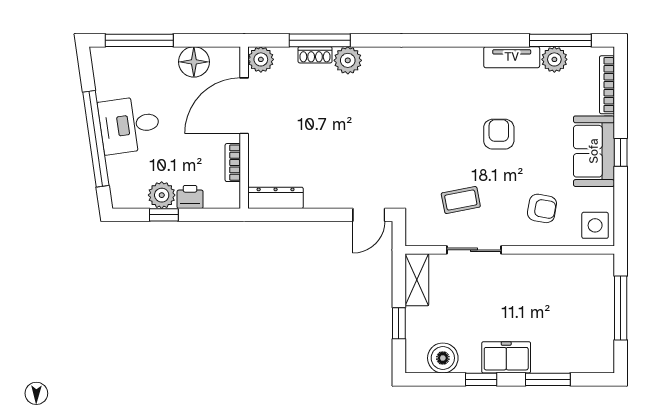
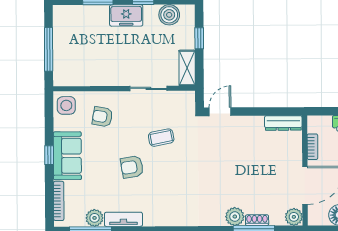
armchair: (499, 134) -> (132, 167), turned 81
coffee table: (461, 200) -> (161, 138), moved

